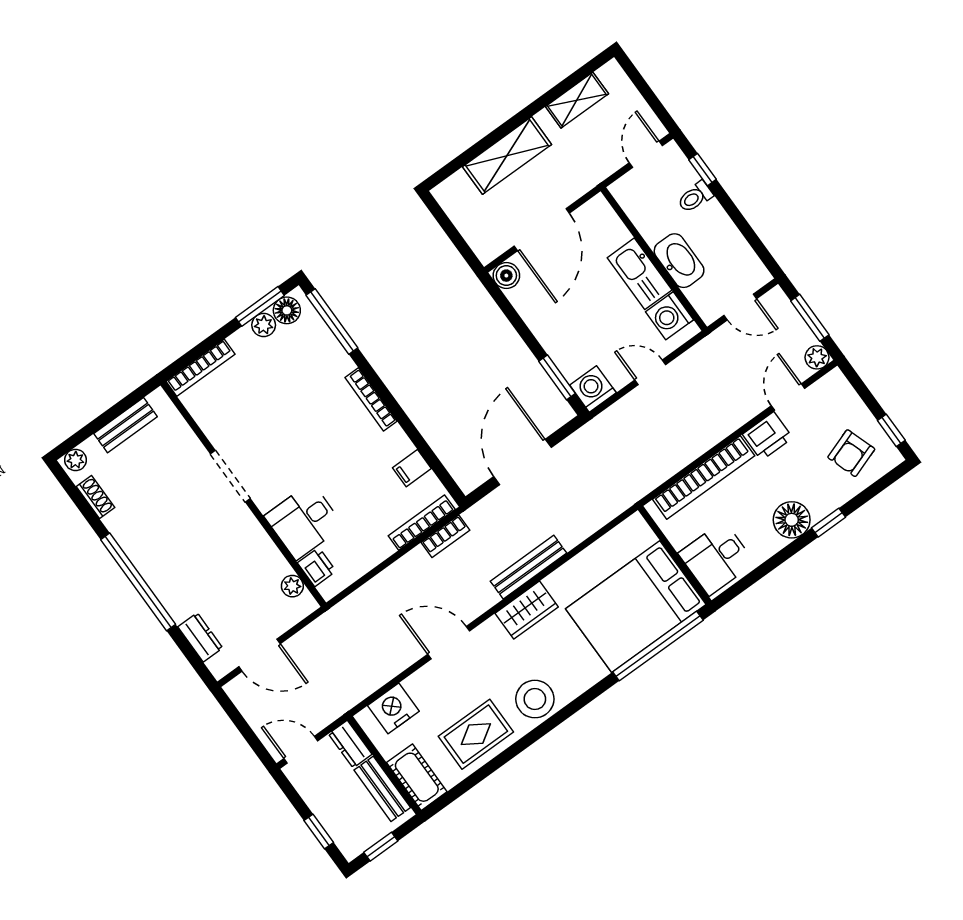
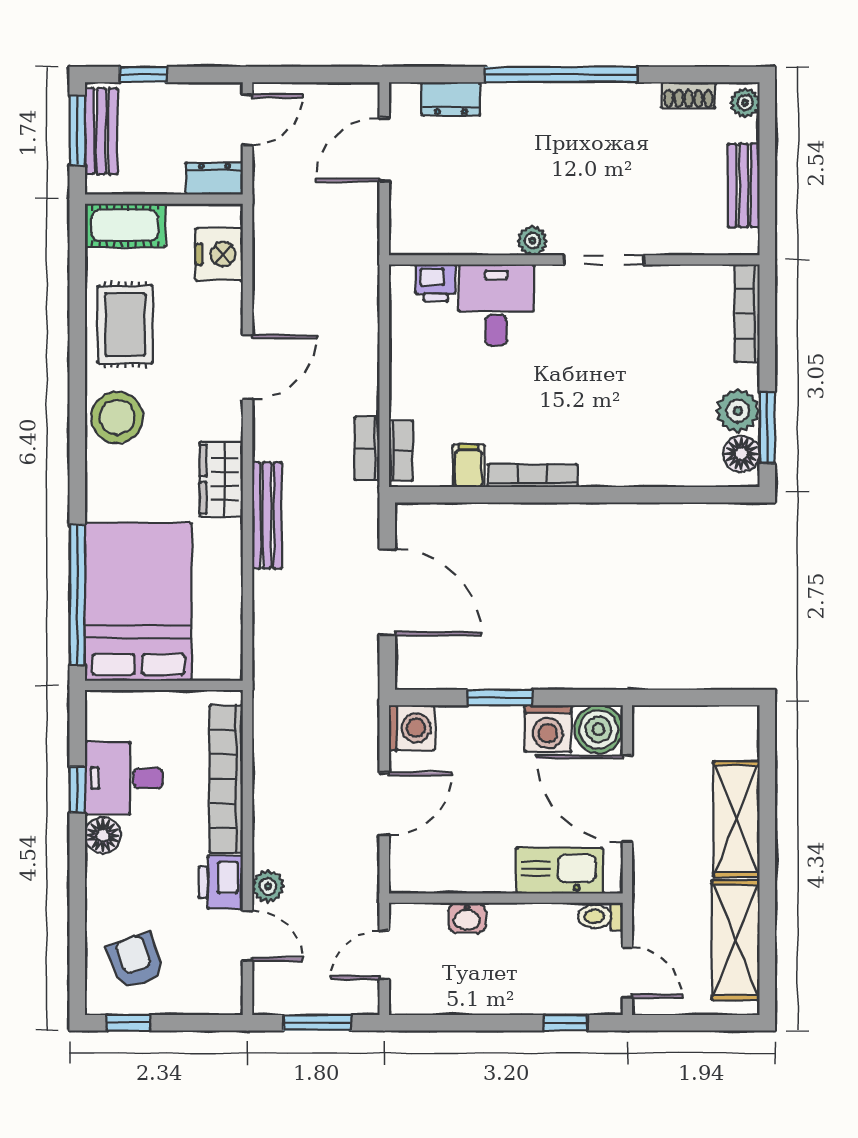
shelving: (577, 100) -> (736, 940), width x1.50, depth x1.33
toilet: (695, 197) -> (600, 916), moved, turned -90
washbasin: (679, 261) -> (467, 918), width x0.52, depth x0.69
kitchen sink: (640, 274) -> (559, 871), moved
boiler: (506, 276) -> (599, 729), width x1.36, depth x1.36
washing machine: (670, 316) -> (548, 729), moved, turned 180
window: (332, 321) -> (693, 495), removed
plant: (264, 325) -> (738, 411), width x1.38, depth x1.38
plant: (817, 357) -> (268, 886), moved
door: (650, 372) -> (384, 804), width x1.38
window: (557, 377) -> (500, 698), moved
bookcase: (371, 399) -> (532, 476), moved
floor lamp: (792, 520) -> (103, 835), width x0.73, depth x0.73
bookcase: (422, 523) -> (401, 450), width x0.64
window: (828, 523) -> (77, 790), moved
desk: (716, 558) -> (124, 778), moved, turned -90
plant: (292, 586) -> (532, 241), moved
bench: (382, 789) -> (101, 131), moved, turned 90
window: (381, 847) -> (77, 131), width x1.50

